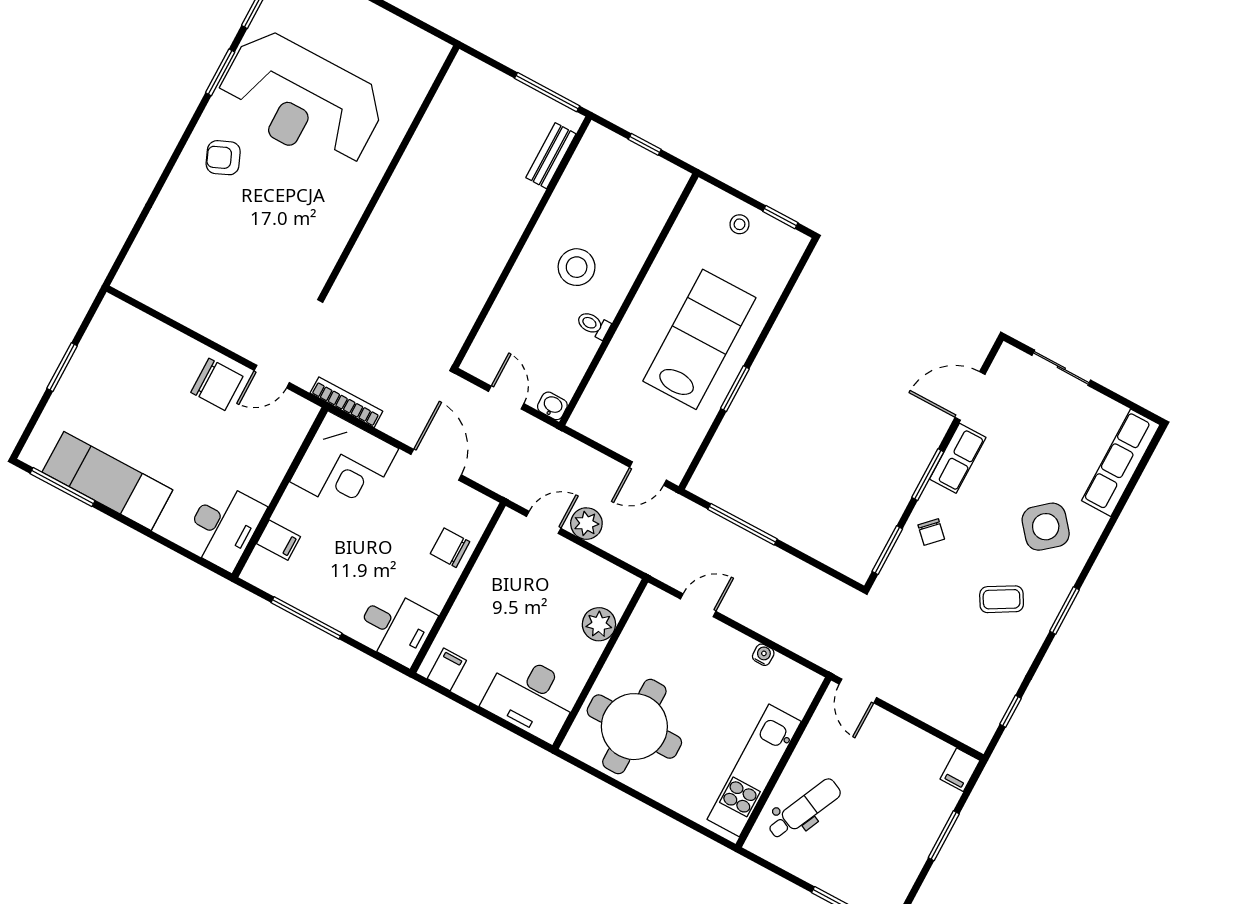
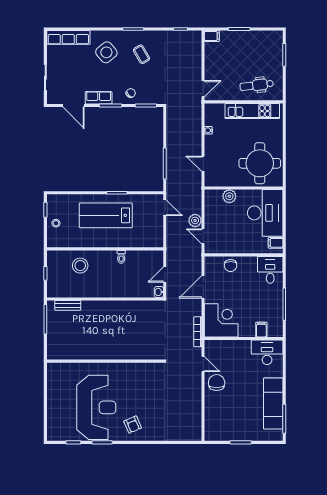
stool: (577, 267) -> (80, 266), moved
washbasin: (552, 406) -> (159, 292), moved
desk: (531, 697) -> (265, 213), width x1.36, depth x1.30
dental chair: (804, 809) -> (257, 85), turned -32

